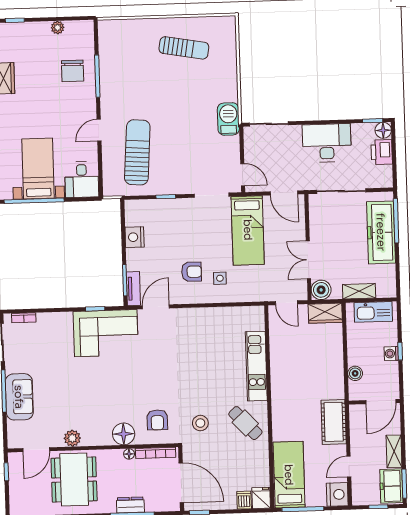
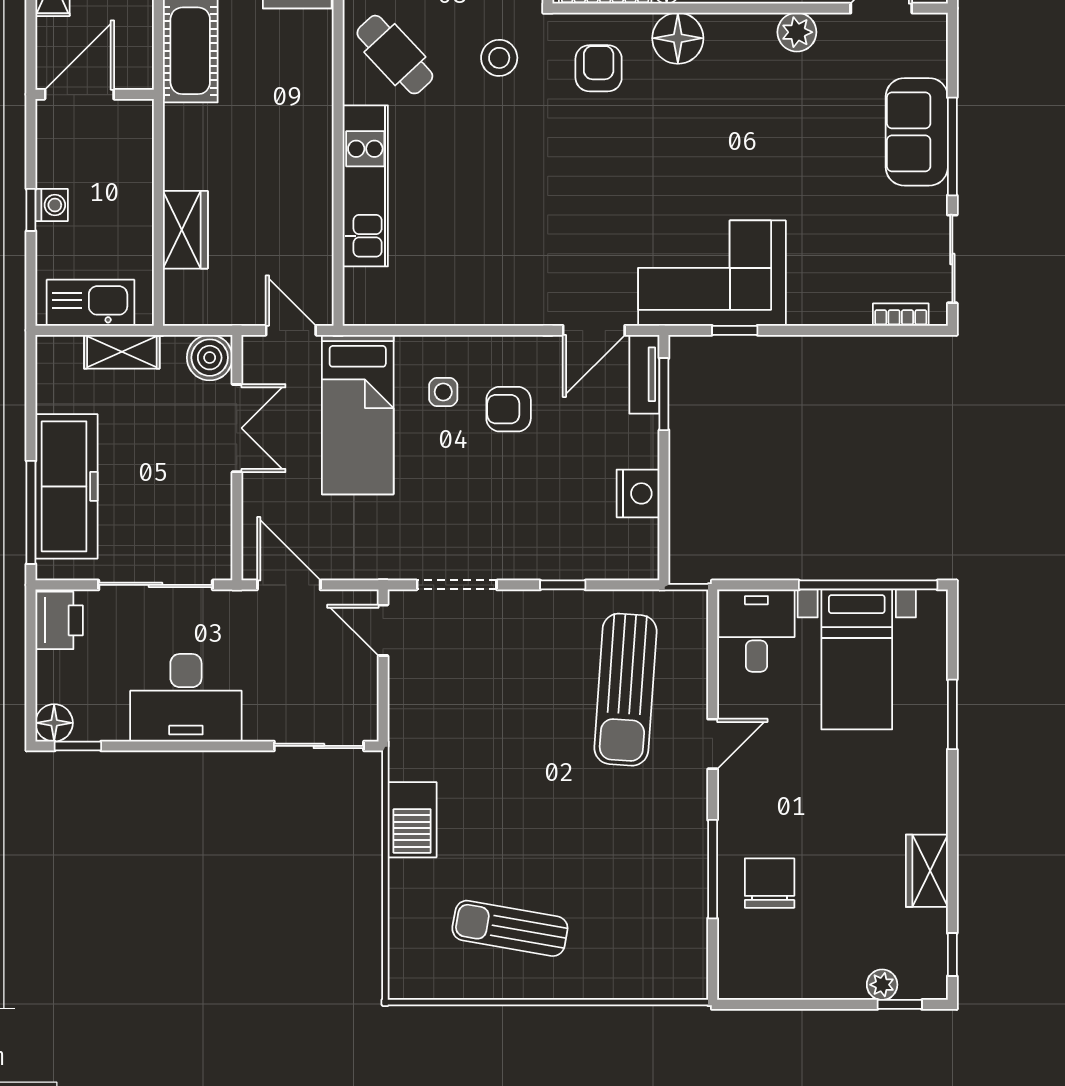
plant: (58, 28) -> (882, 985), moved
barbecue: (228, 119) -> (412, 820), moved
printer: (382, 152) -> (59, 620), moved
bed: (248, 230) -> (358, 415), moved, turned 180
wardrobe: (325, 313) -> (185, 230), moved, turned 90
boiler: (355, 373) -> (137, 162), removed

